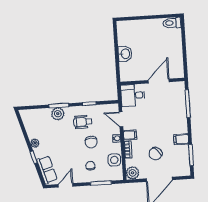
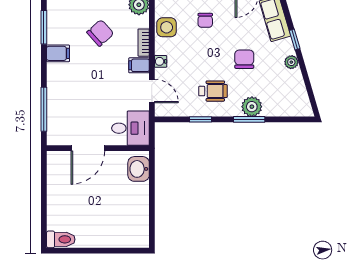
washbasin: (125, 54) -> (139, 169), moved
chair: (91, 142) -> (244, 59), moved

